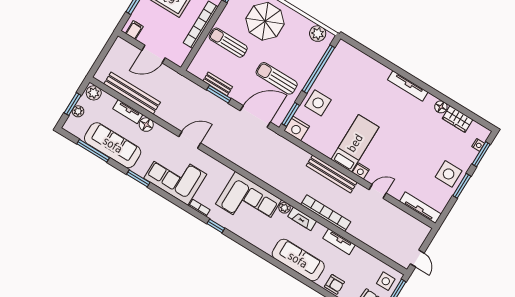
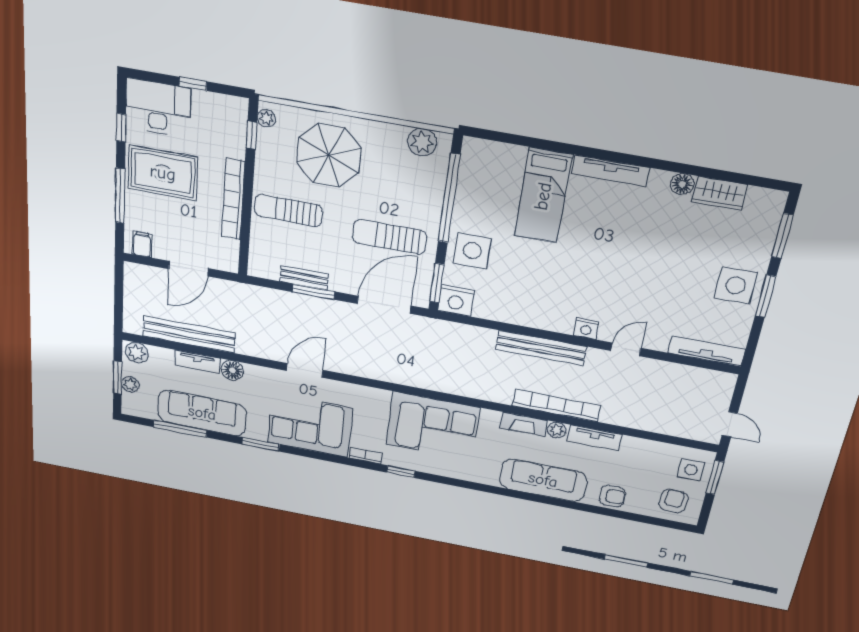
bed: (355, 143) -> (543, 196), moved, turned 180
nightstand: (478, 145) -> (772, 223), removed
plant: (284, 208) -> (557, 430), moved

